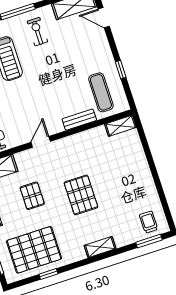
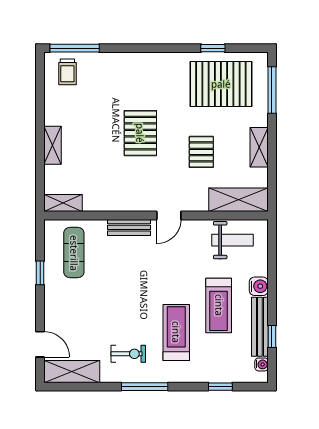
exercise bike: (37, 32) -> (128, 354), turned -90
bench: (79, 120) -> (129, 227), moved
window: (149, 241) -> (75, 48), width x1.44
shelving: (100, 247) -> (52, 145), moved, turned 90

